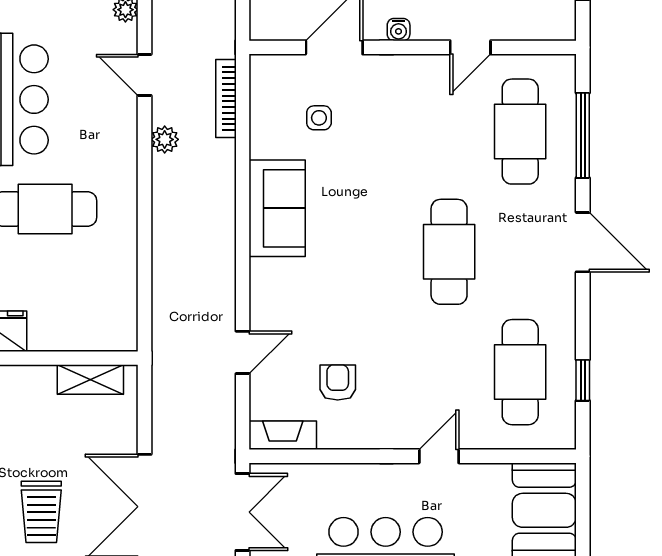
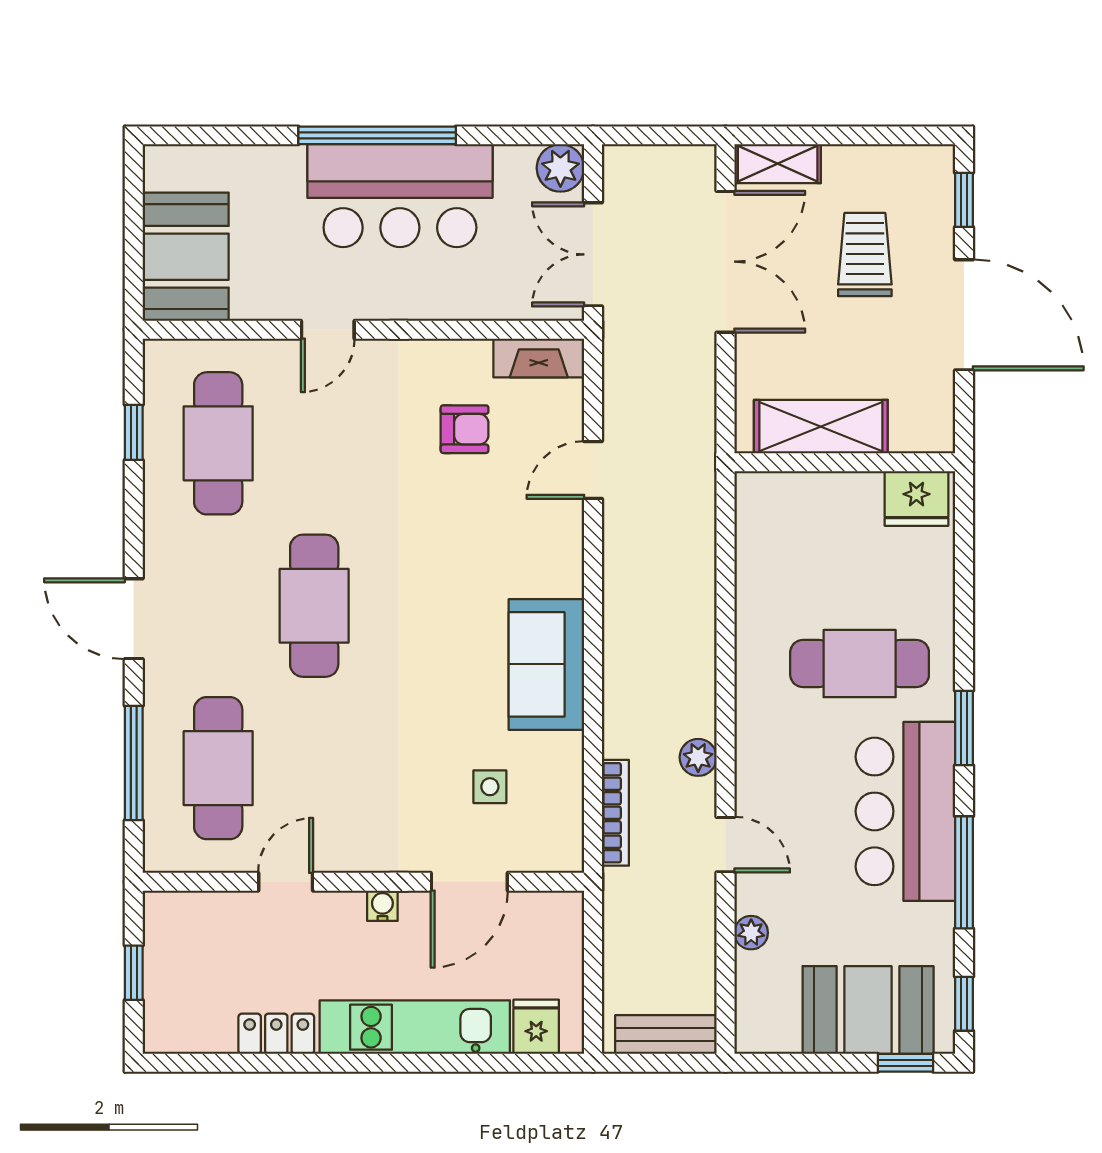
shelving: (90, 380) -> (821, 427), width x1.50, depth x1.33
armchair: (338, 383) -> (465, 429), turned -90

